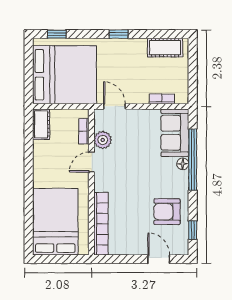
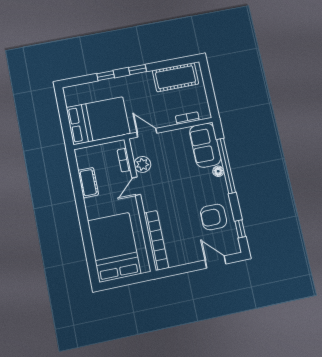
window: (57, 34) -> (106, 76), moved
cot: (165, 48) -> (176, 77), width x1.37, depth x1.34
bed: (64, 75) -> (98, 121), width x0.73
cot: (41, 124) -> (88, 183), moved

